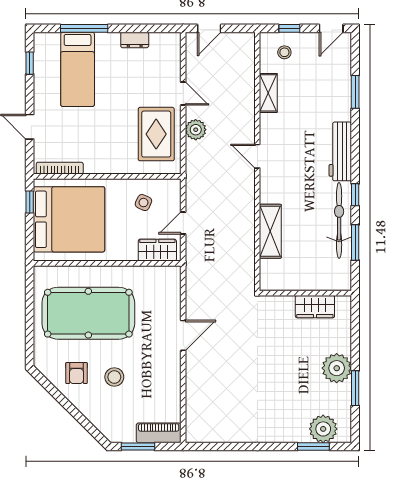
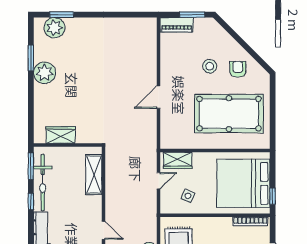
wall: (305, 293) -> (68, 145), moved
wardrobe: (315, 307) -> (61, 135), moved

